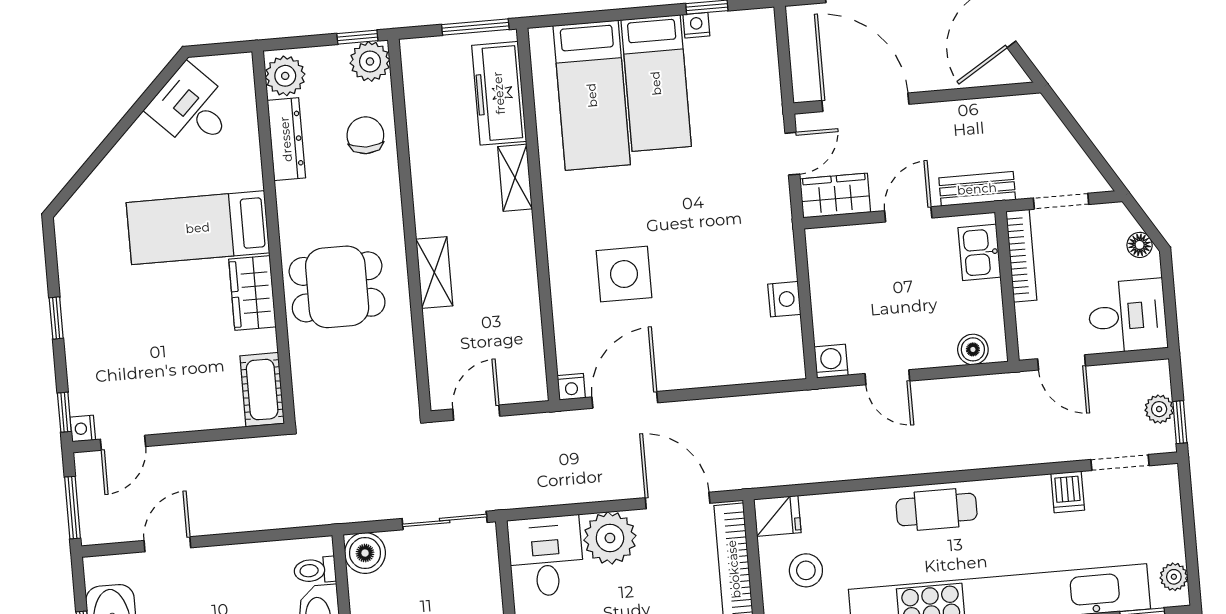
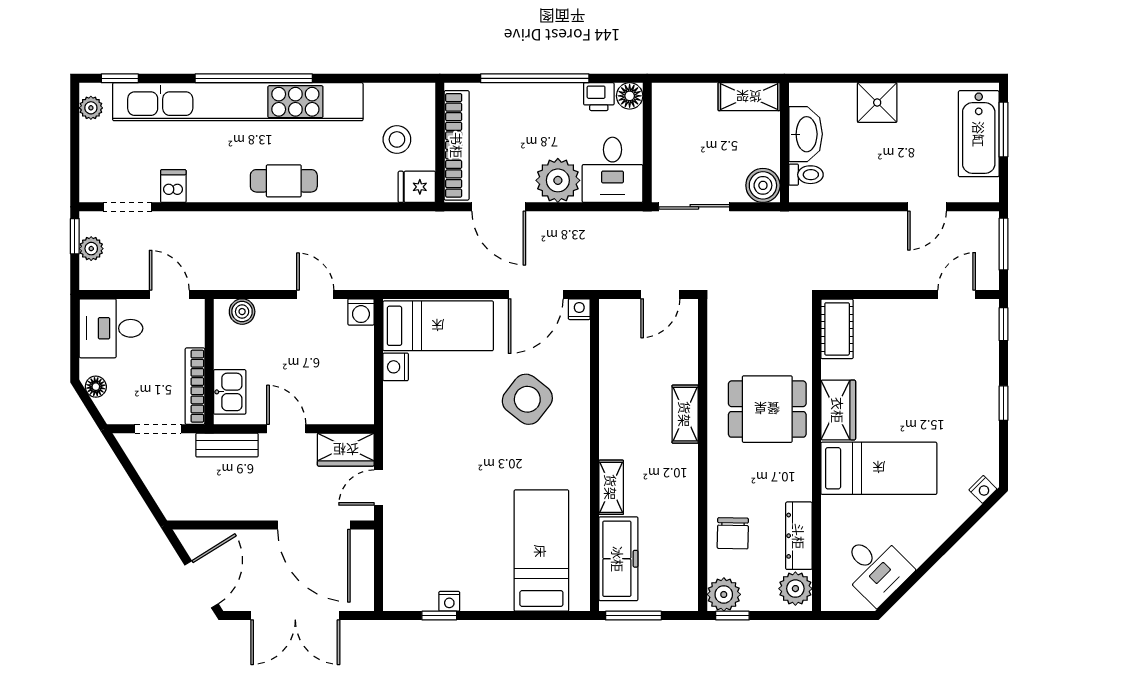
bed: (656, 83) -> (438, 326), moved, turned 90
door: (908, 214) -> (286, 429), swing flipped
side table: (624, 274) -> (527, 399), turned 38
nightstand: (83, 429) -> (983, 489), moved, turned 45

